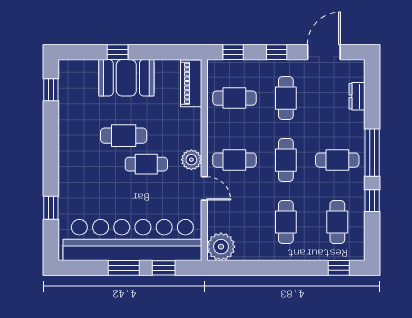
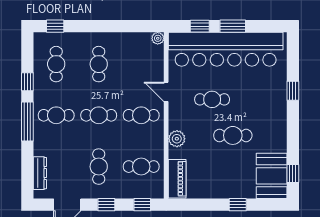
booth: (126, 78) -> (272, 176), moved, turned 90
dresser: (357, 96) -> (40, 173), width x1.44
plant: (191, 160) -> (177, 139), moved
cafe table: (286, 160) -> (99, 115), turned 90
cafe table: (146, 164) -> (212, 99), moved
window: (51, 208) -> (293, 91), moved
plant: (221, 247) -> (158, 38), width x0.53, depth x0.53

